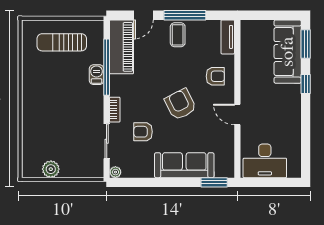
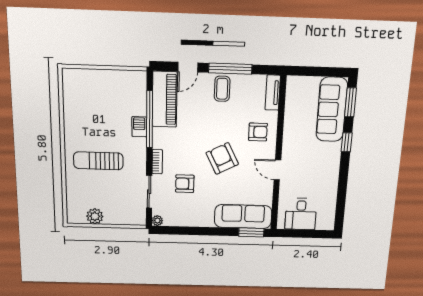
sun lounger: (62, 42) -> (98, 161), moved
desk: (265, 161) -> (301, 214), width x0.73
sofa: (184, 165) -> (243, 216), moved

